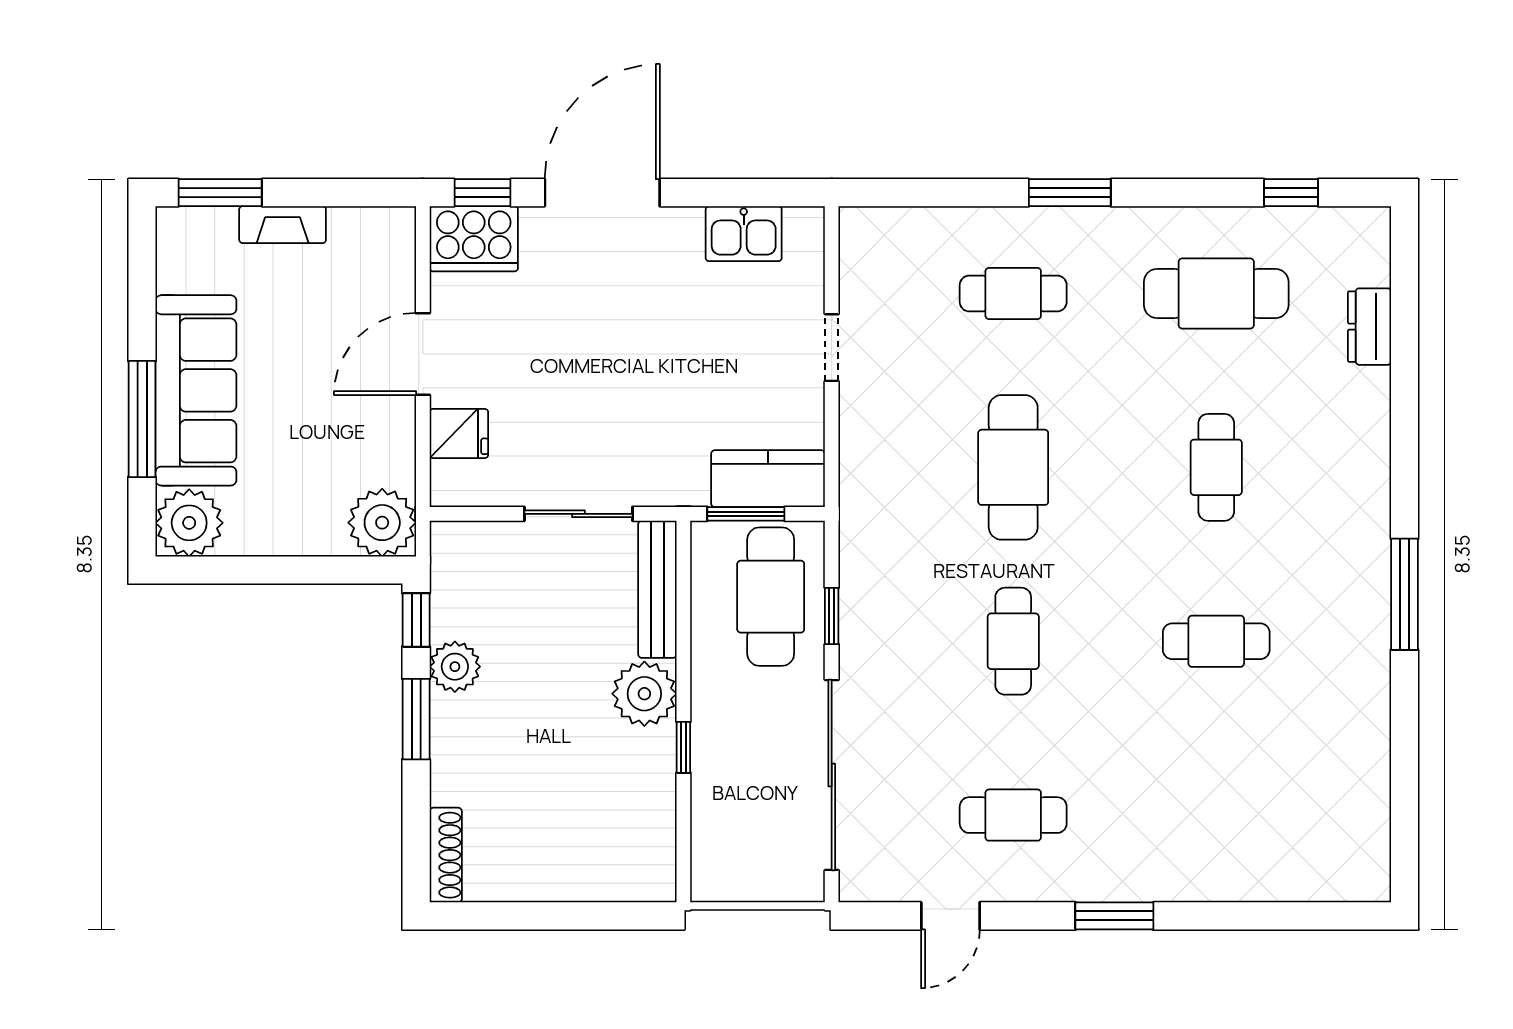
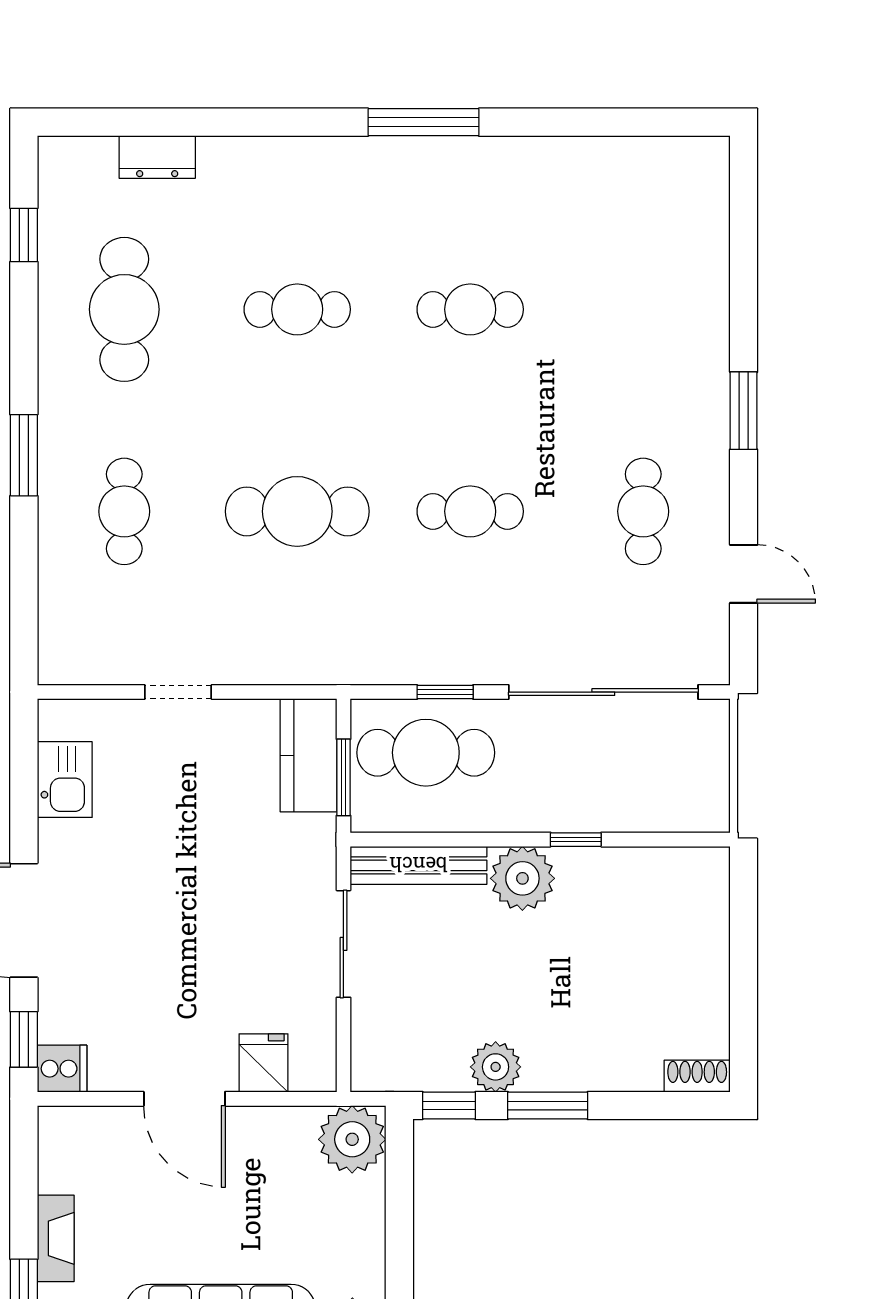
cooker: (474, 239) -> (62, 1069), width x0.53, depth x0.76
cafe table: (1216, 641) -> (470, 309), turned 90
shoe rack: (446, 855) -> (697, 1076), width x0.70

